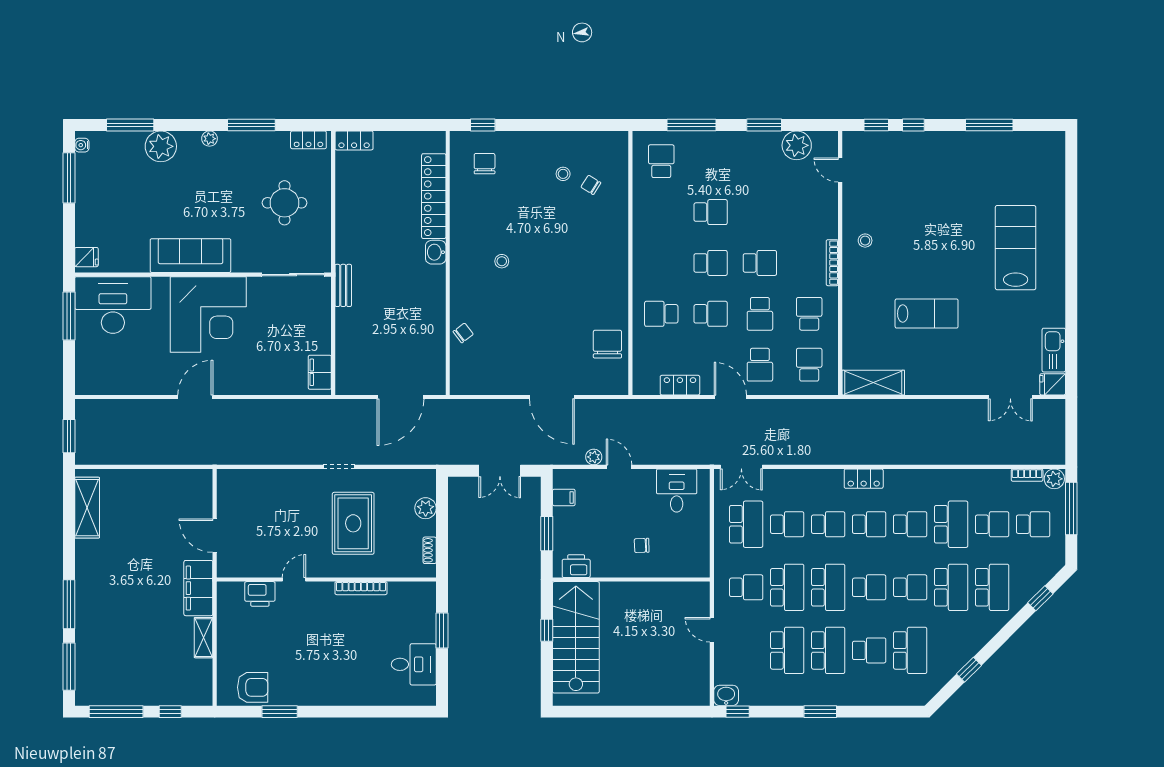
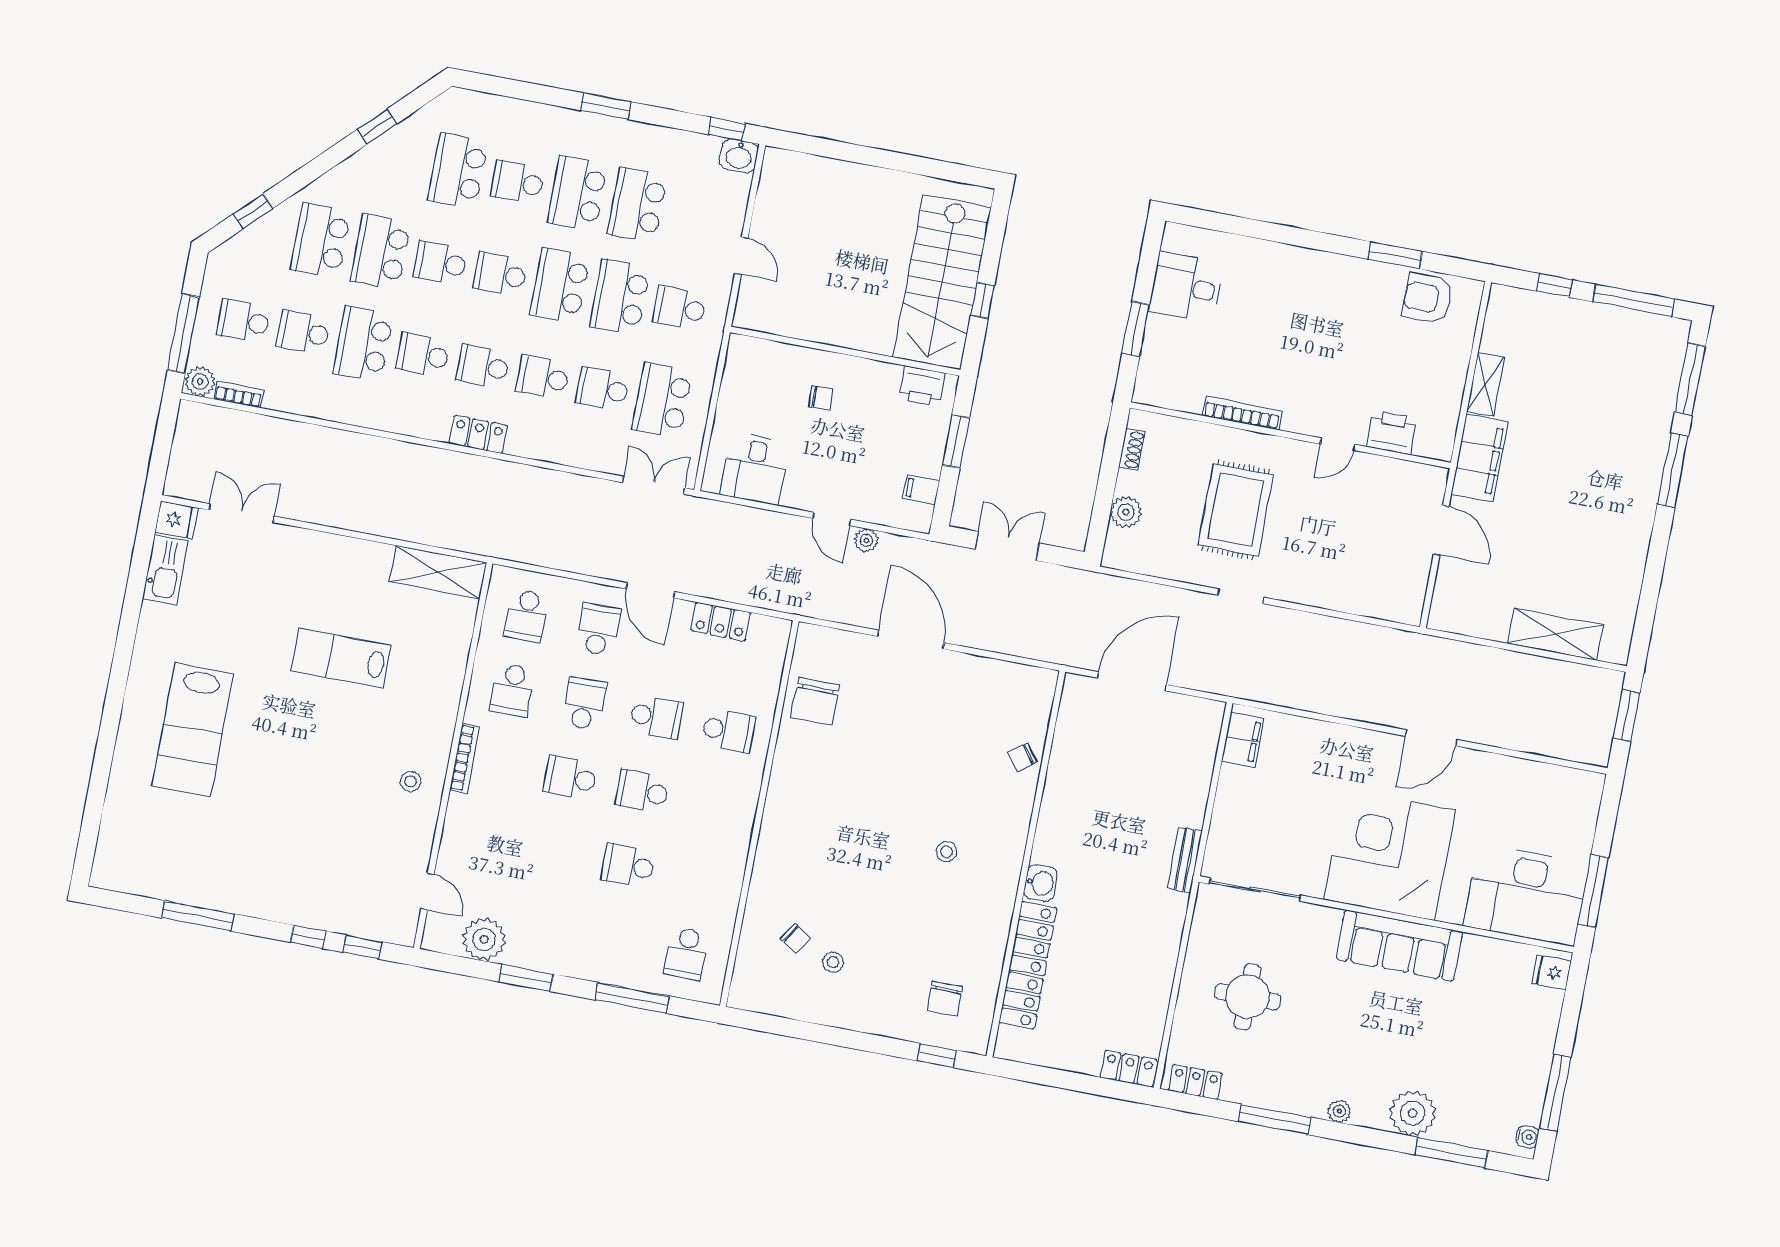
school desk: (711, 314) -> (656, 717), turned 180
shelving: (87, 508) -> (1555, 634), moved, turned 90

